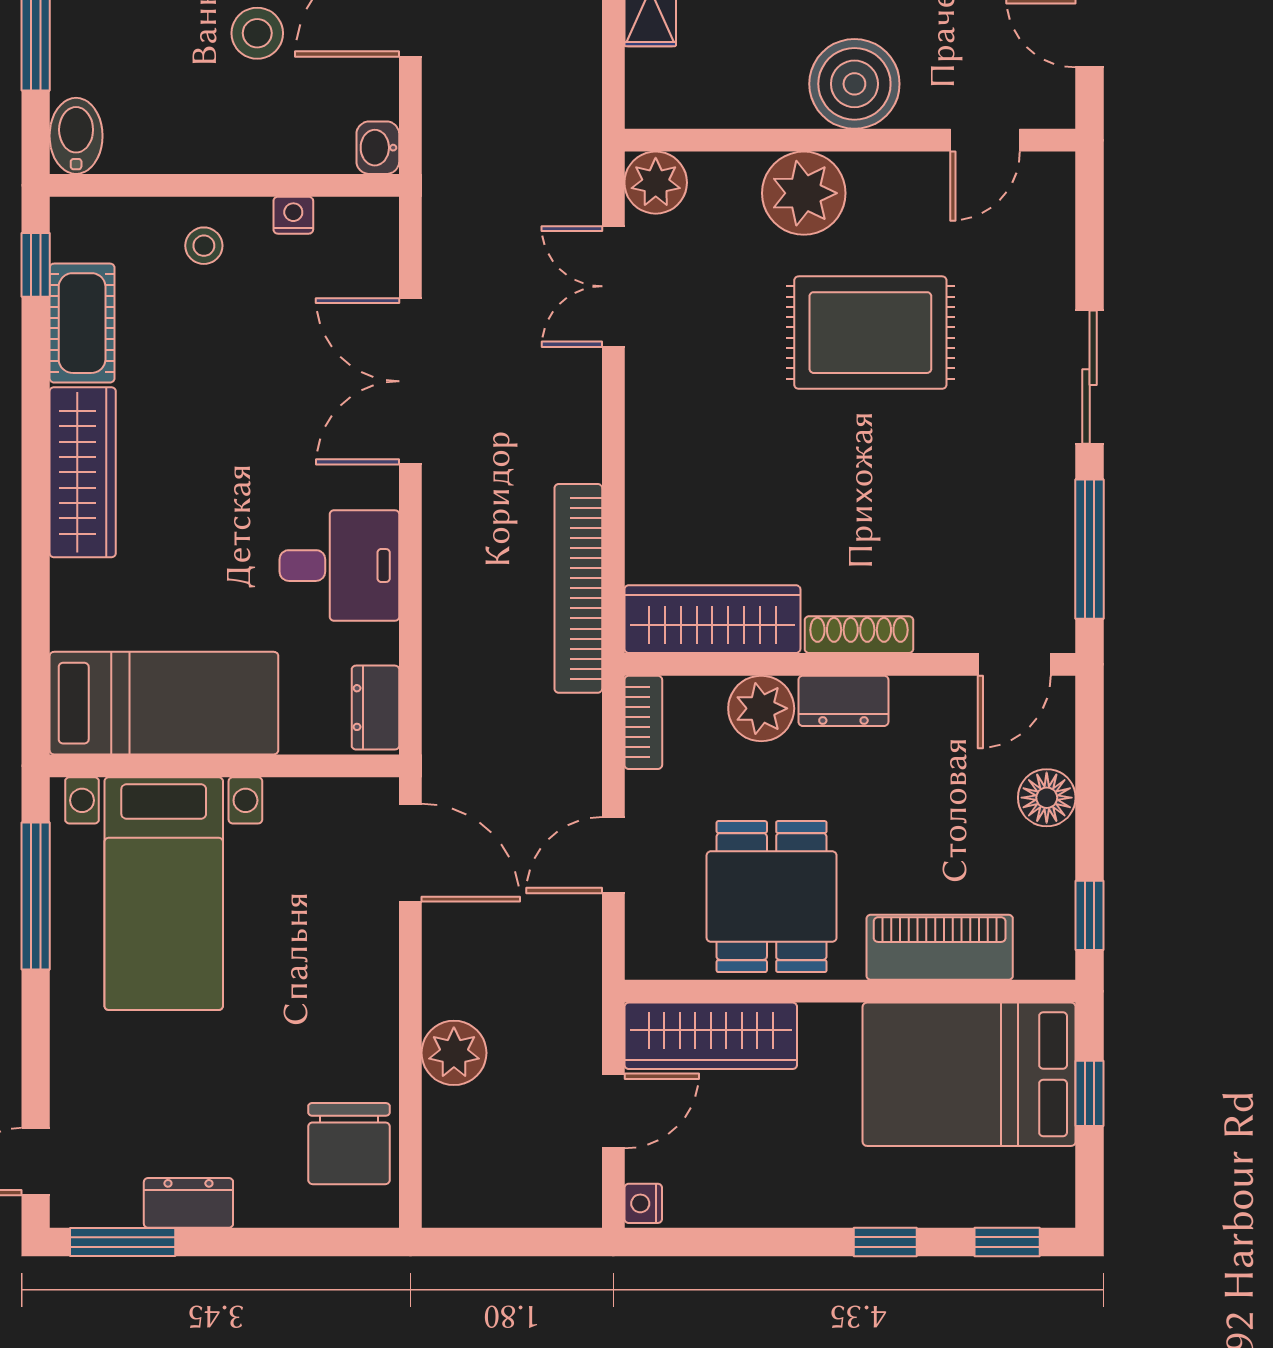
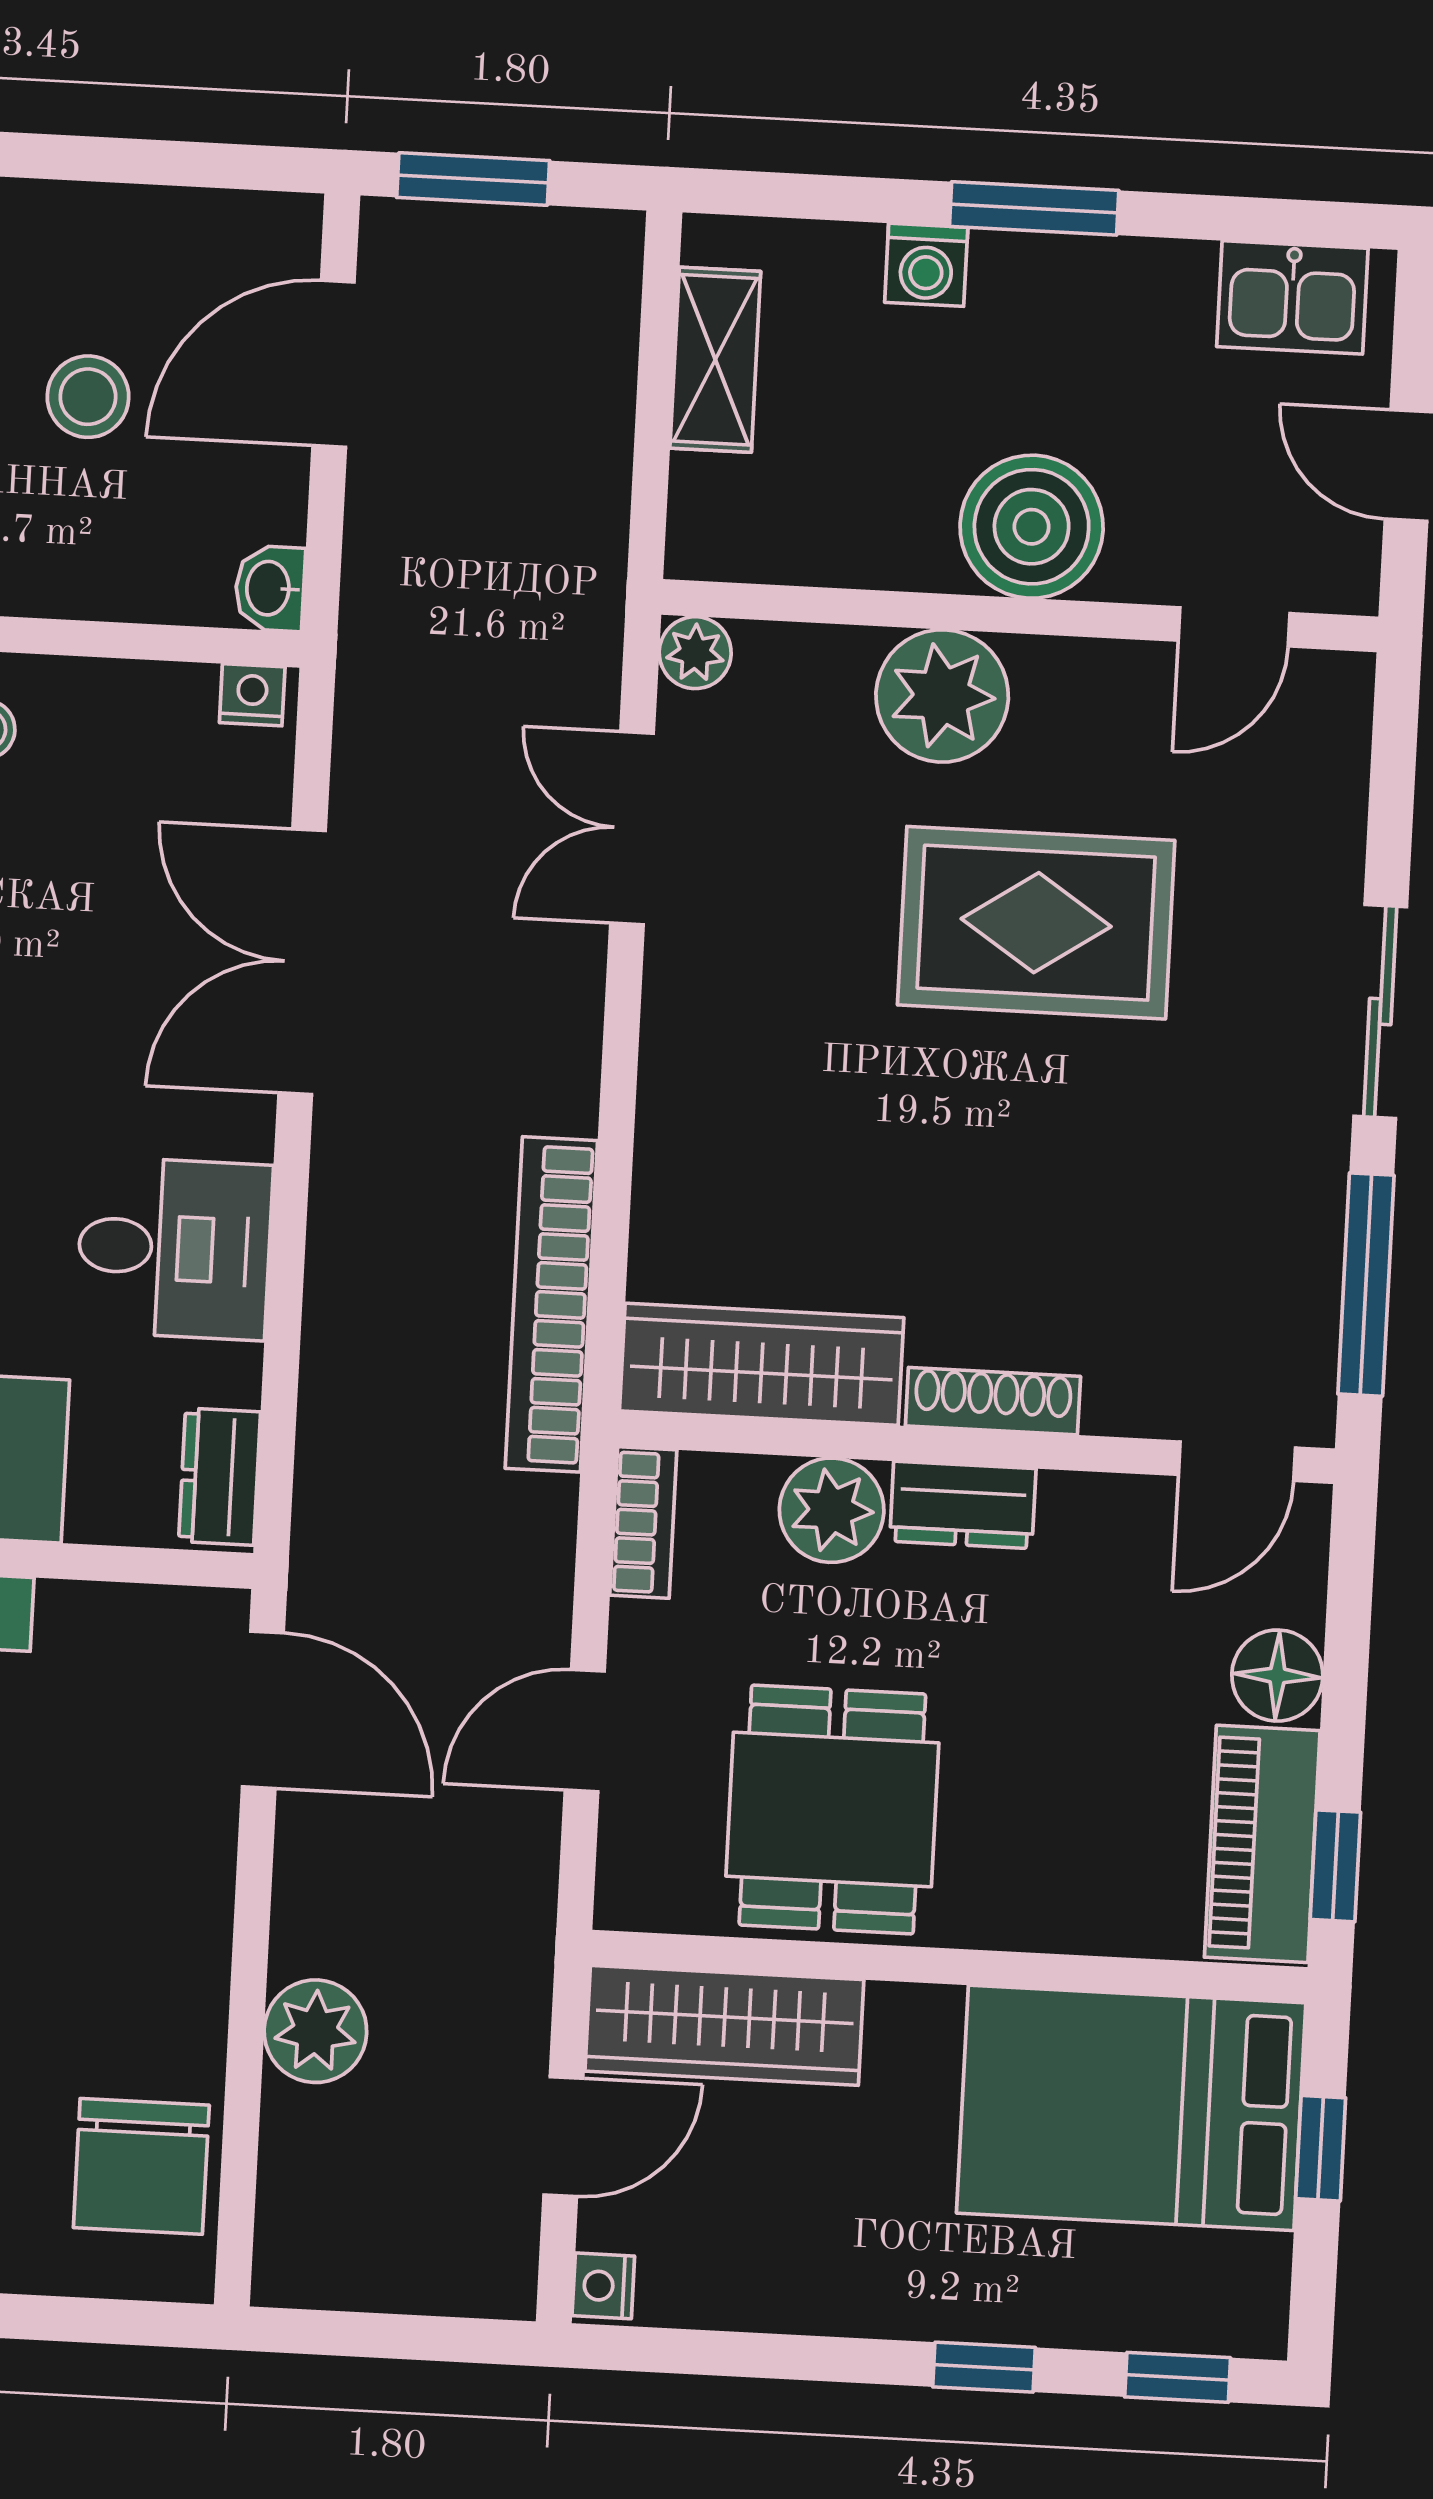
plant: (656, 183) -> (695, 653), width x0.73, depth x0.73
nightstand: (293, 215) -> (252, 695), moved
piano: (940, 947) -> (1262, 1844), moved, turned -90

